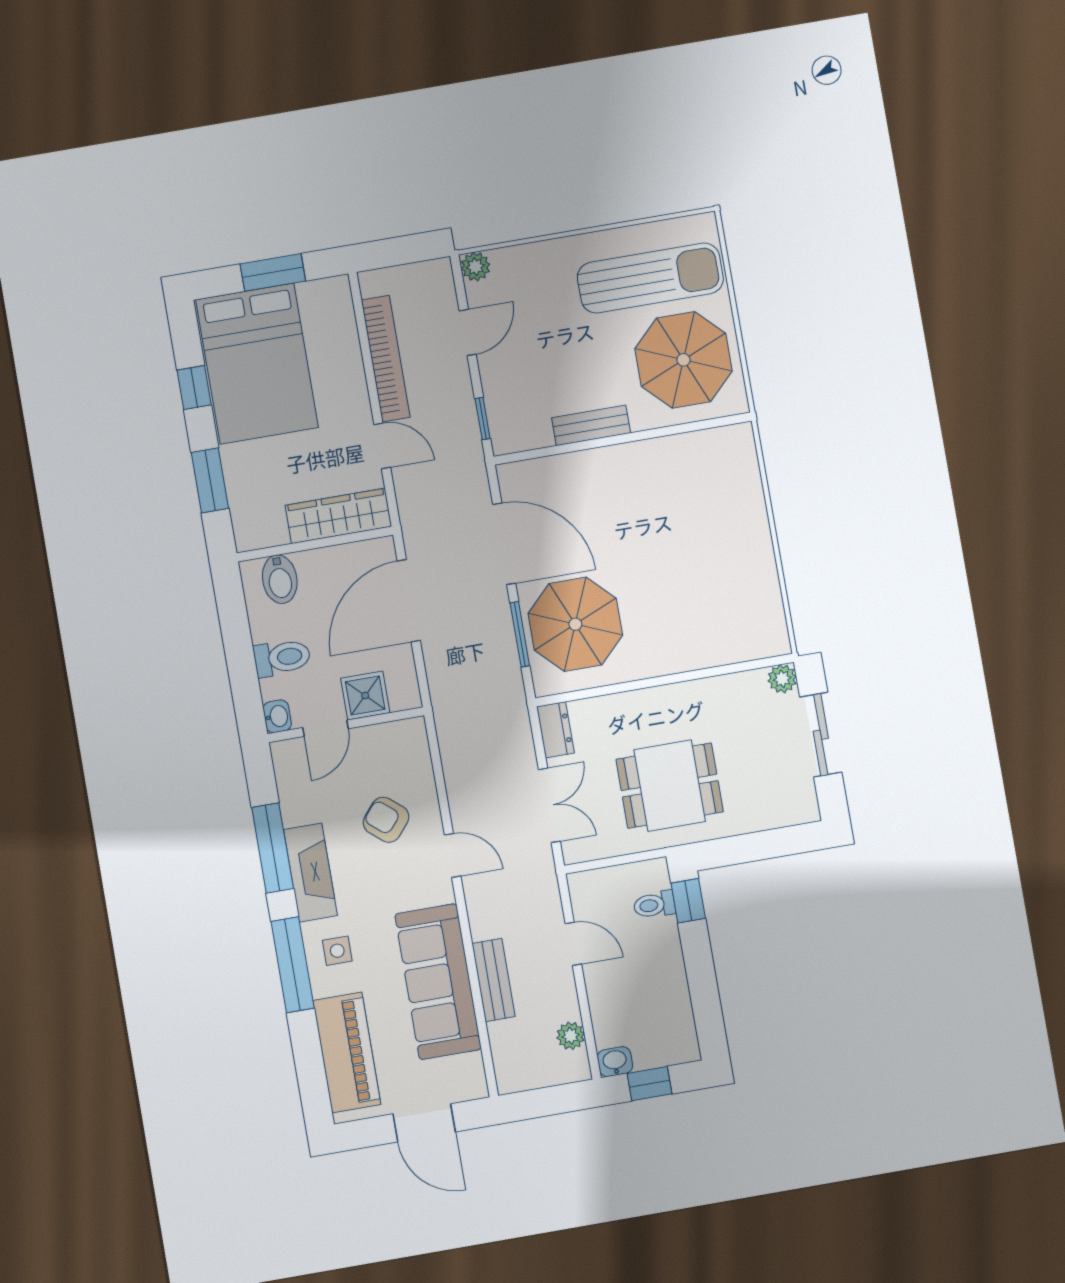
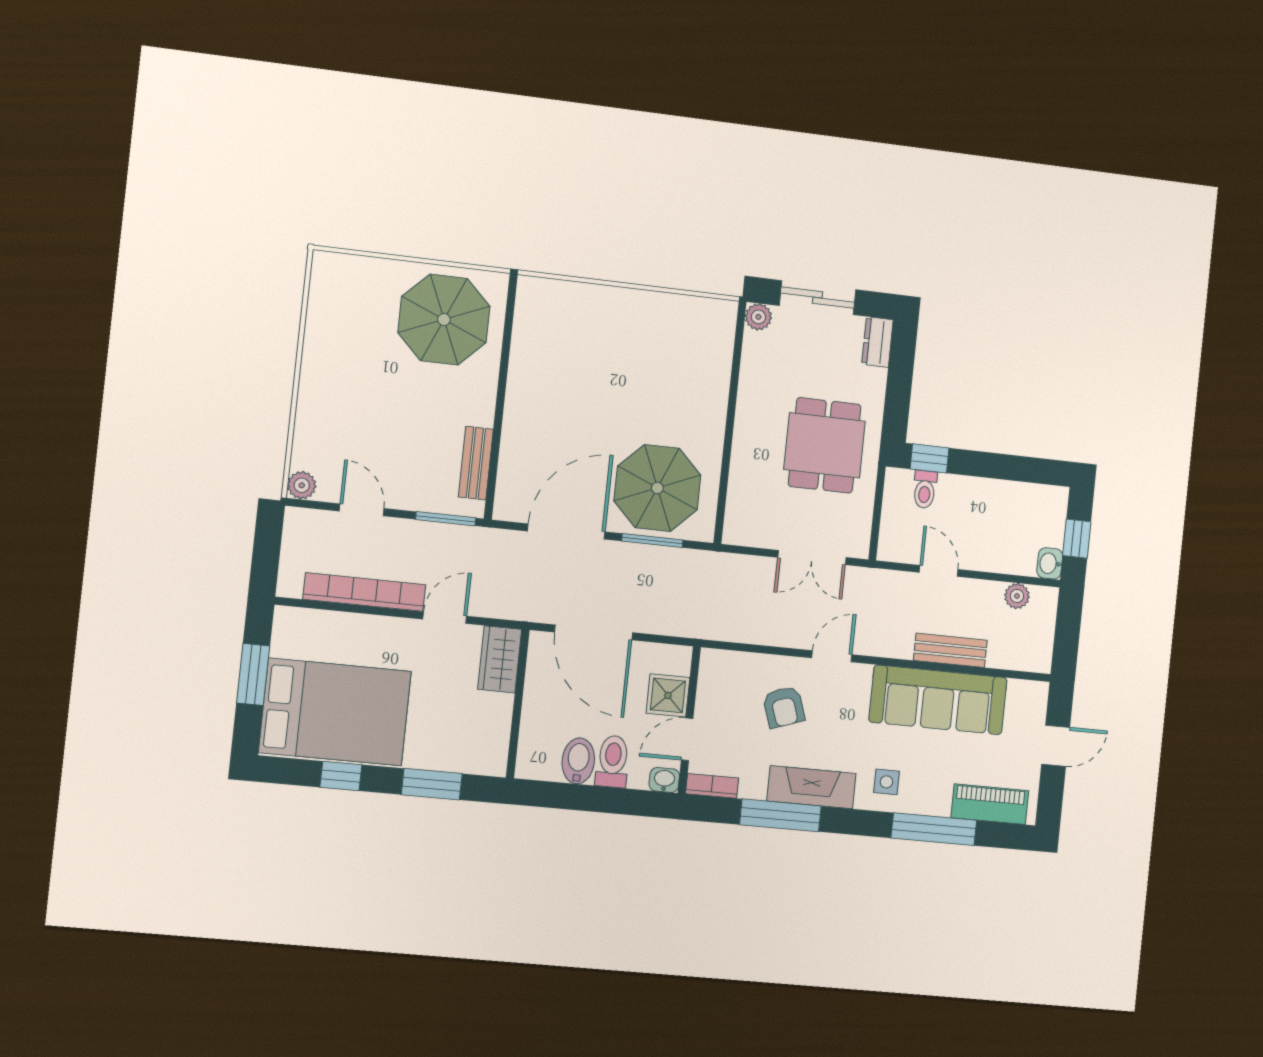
sun lounger: (650, 278) -> (359, 327), removed
window: (483, 419) -> (446, 519), width x1.50
bench: (591, 425) -> (476, 463), moved
wardrobe: (338, 516) -> (500, 659), width x0.67
bidet: (280, 579) -> (578, 761), moved, turned -90
door: (325, 728) -> (687, 739), swing flipped
dresser: (555, 730) -> (877, 342), moved, turned -90
bookcase: (284, 768) -> (712, 786), added
double door: (549, 805) -> (812, 557), swing flipped
armchair: (386, 820) -> (784, 707), turned -59
door: (573, 944) -> (939, 571), hinge flipped
window: (293, 965) -> (934, 829), moved
piano: (347, 1052) -> (990, 804), width x0.73, depth x0.75
door: (424, 1123) -> (1056, 746), width x0.73

